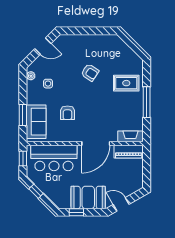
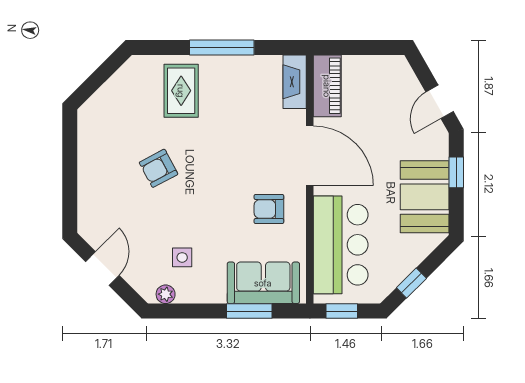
armchair: (90, 73) -> (159, 168), turned -151
armchair: (67, 113) -> (269, 209), moved, turned 180
booth: (88, 197) -> (425, 197), moved
window: (76, 212) -> (456, 172), moved

